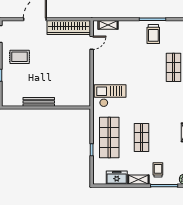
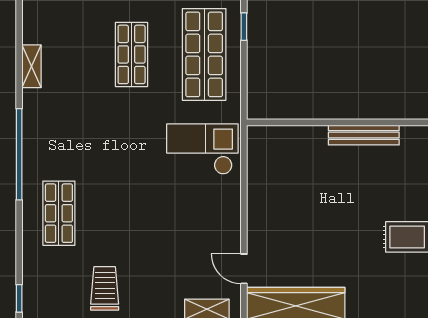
door: (92, 43) -> (244, 269), hinge flipped
checkout: (110, 96) -> (202, 149), turned 180

